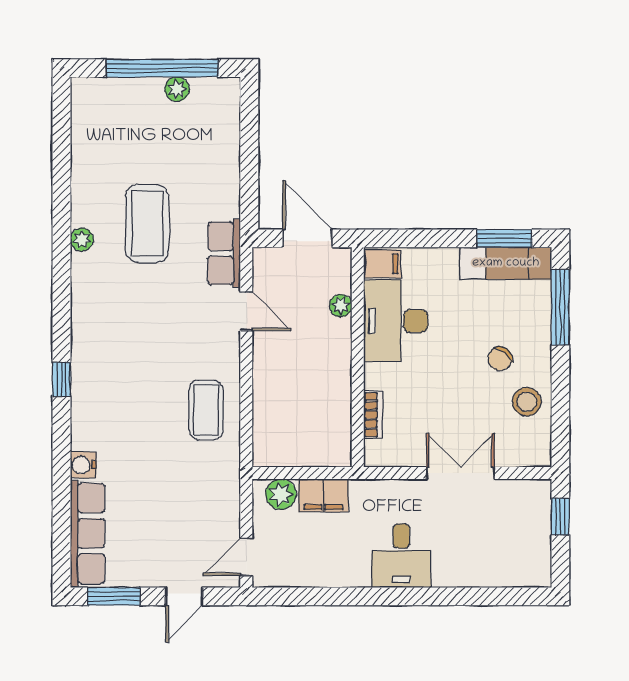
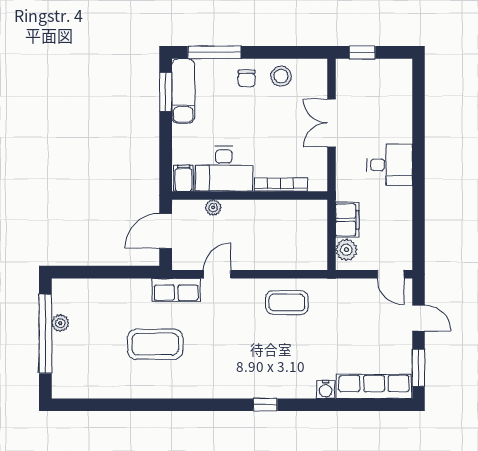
plant: (82, 240) -> (166, 390), removed
chair: (500, 359) -> (247, 78), moved, turned 52
bookcase: (373, 415) -> (281, 185), width x1.56

